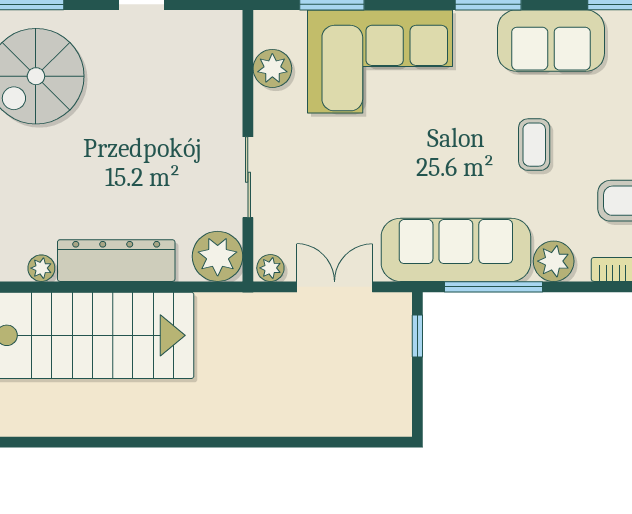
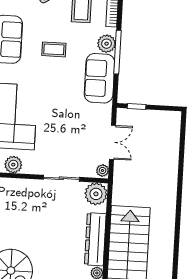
sofa: (456, 250) -> (99, 78), width x0.73
double door: (335, 287) -> (113, 142), swing flipped
window: (494, 287) -> (118, 52), moved

